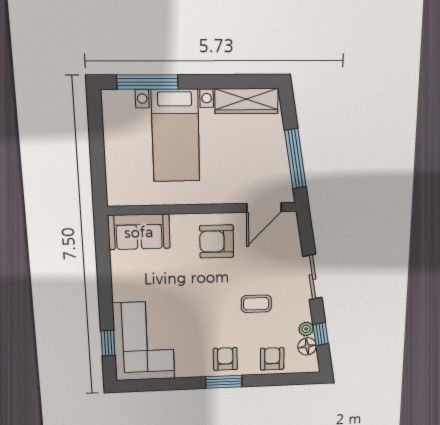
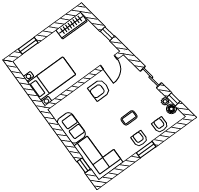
window: (147, 82) -> (28, 46), width x0.69
bed with nightstands: (176, 136) -> (52, 78), moved, turned -90
window: (295, 159) -> (107, 34), width x0.46
sofa: (139, 232) -> (71, 128), moved, turned -90
coffee table: (256, 304) -> (129, 118), moved

